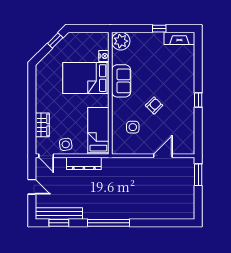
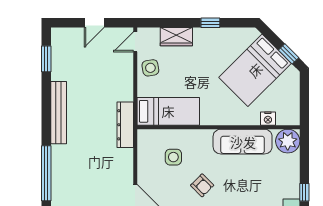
bed: (86, 78) -> (255, 70), moved, turned -135
sofa: (121, 81) -> (243, 142), width x1.36
window: (32, 99) -> (210, 23), added
dresser: (84, 163) -> (125, 125), moved
bench: (59, 213) -> (59, 113), moved
window: (109, 223) -> (46, 173), moved

